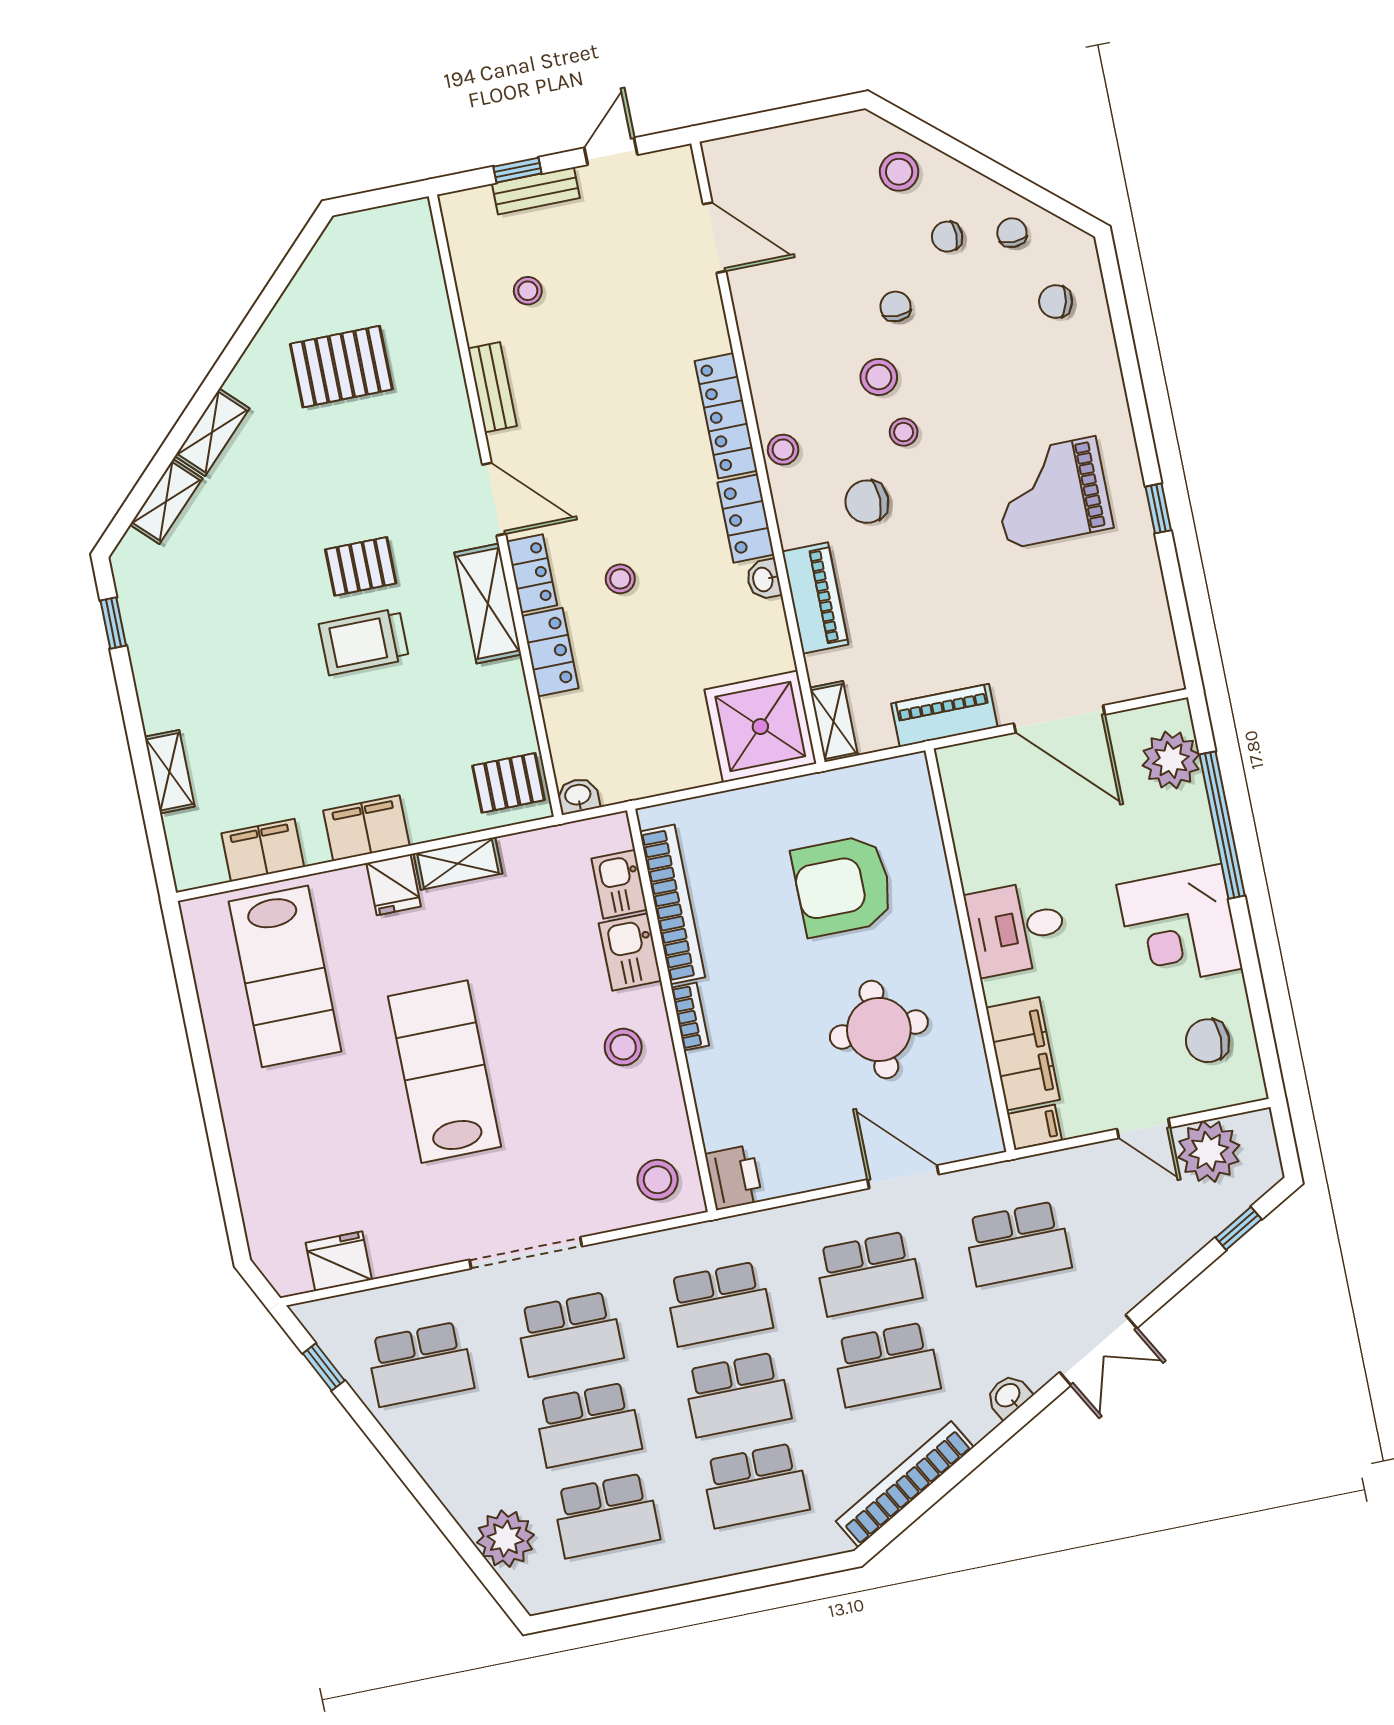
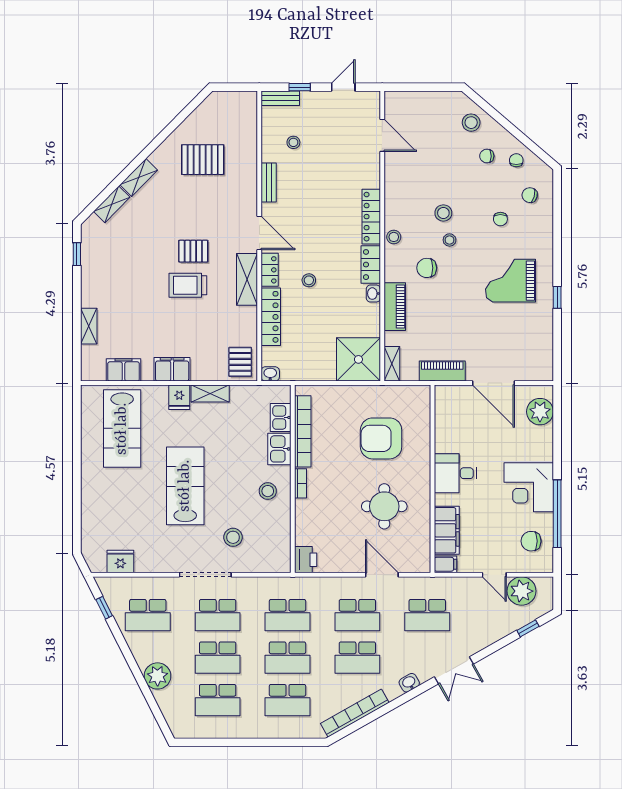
bench: (536, 191) -> (280, 98), moved
chair: (896, 306) -> (500, 219), moved, turned 180
locker: (550, 652) -> (271, 317), width x1.53
pallet: (508, 783) -> (240, 362), turned 90
window: (1222, 825) -> (557, 514), moved
stool: (658, 1180) -> (233, 537), moved
plant: (505, 1539) -> (157, 676), moved

